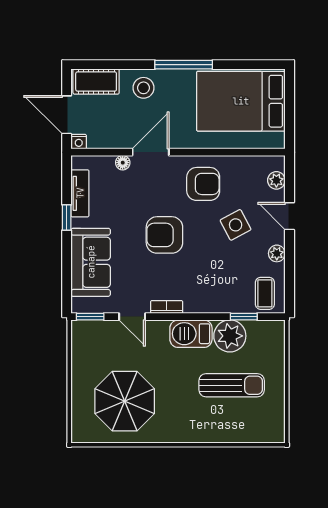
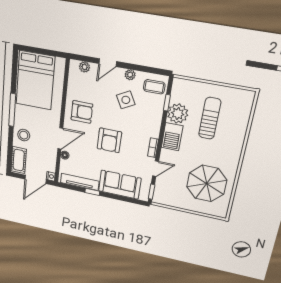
door: (151, 152) -> (60, 139), swing flipped
armchair: (203, 184) -> (82, 112), turned 90
tv unit: (80, 193) -> (80, 182), width x1.41
side table: (236, 225) -> (126, 100), moved

